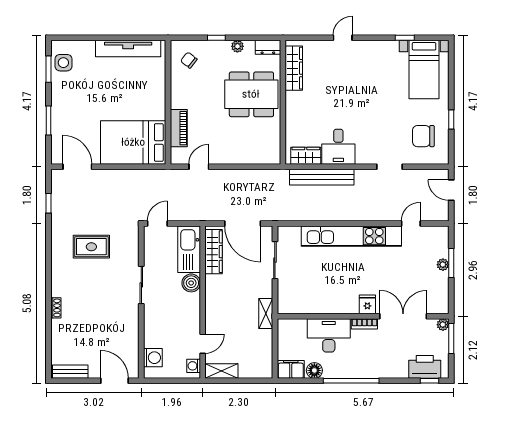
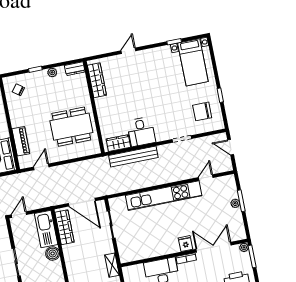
dining table: (251, 94) -> (71, 127), moved

